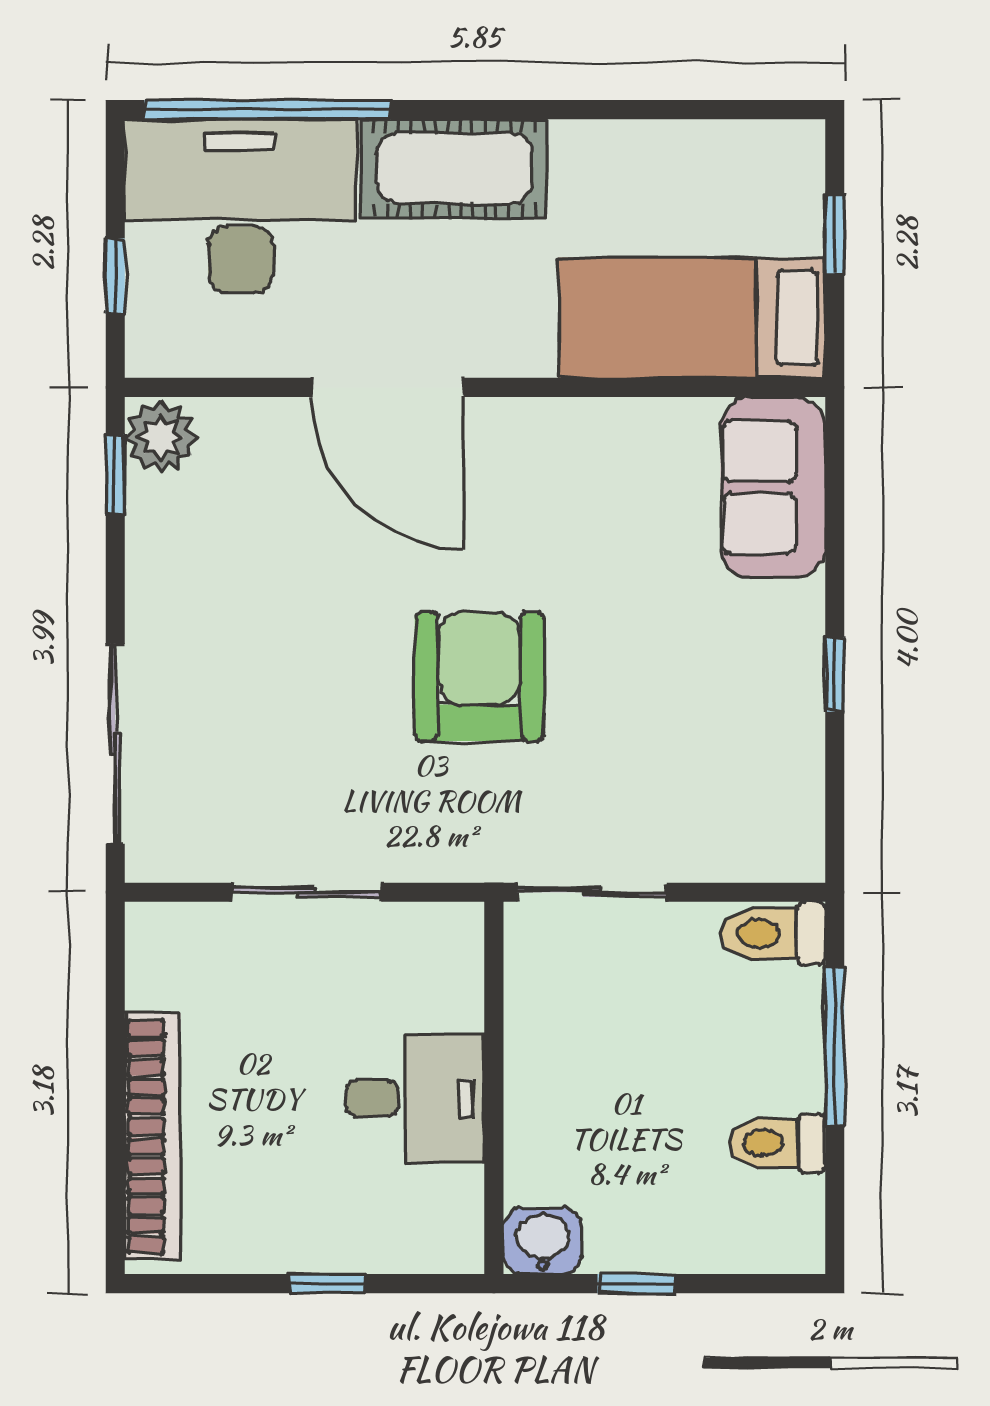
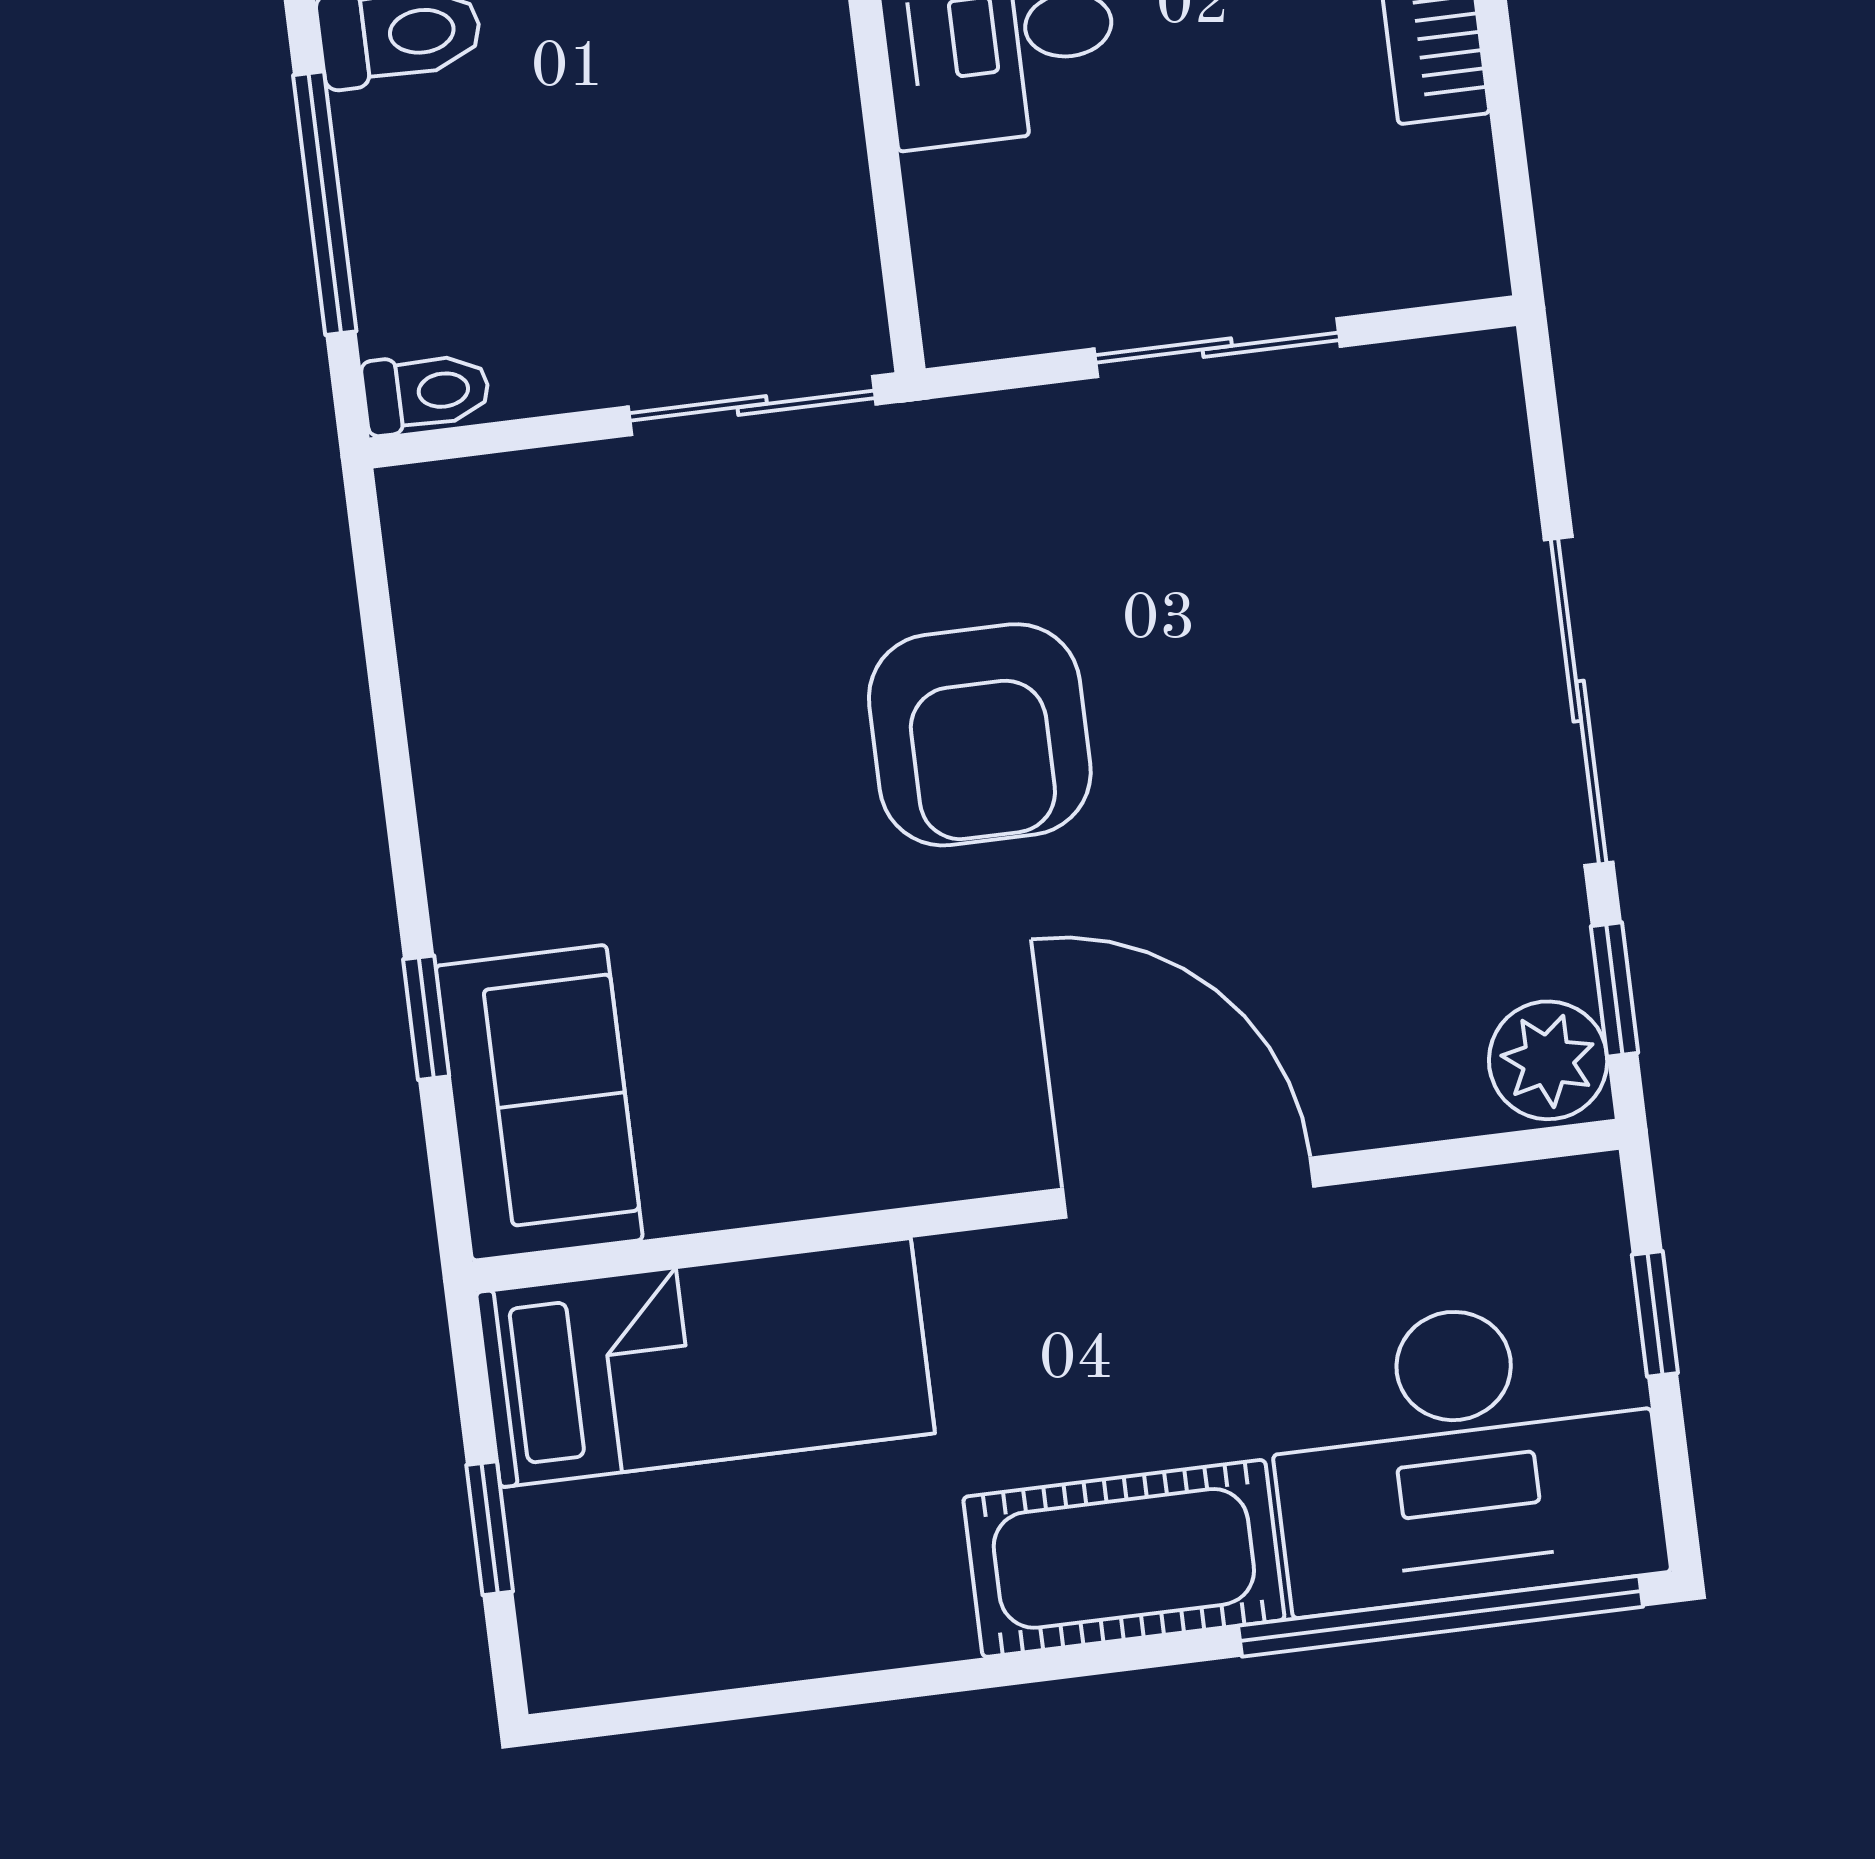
window: (835, 675) -> (426, 1018), moved
sliding door: (115, 744) -> (1579, 701), moved
toilet: (773, 933) -> (426, 392), width x0.73, depth x0.72

